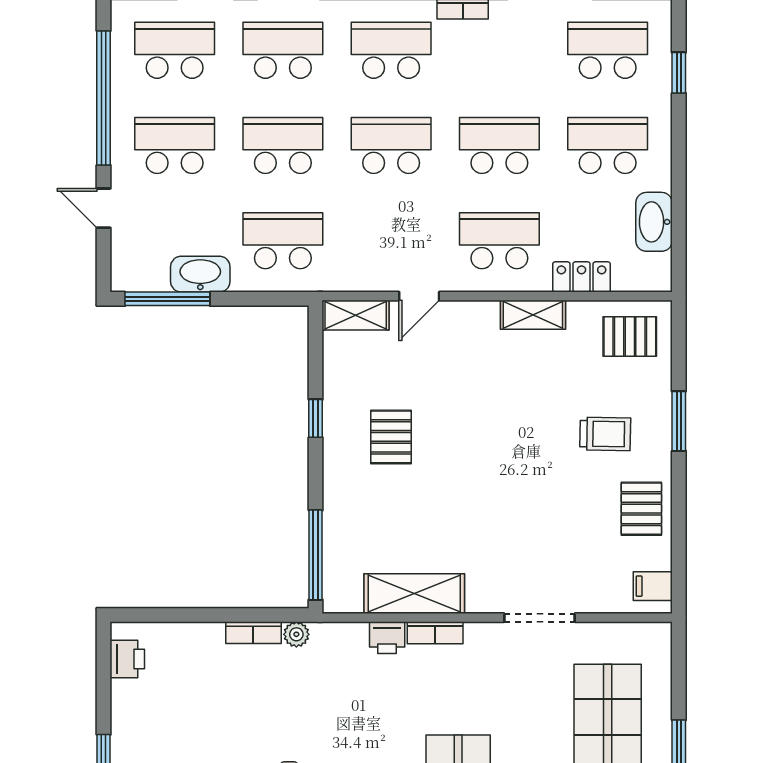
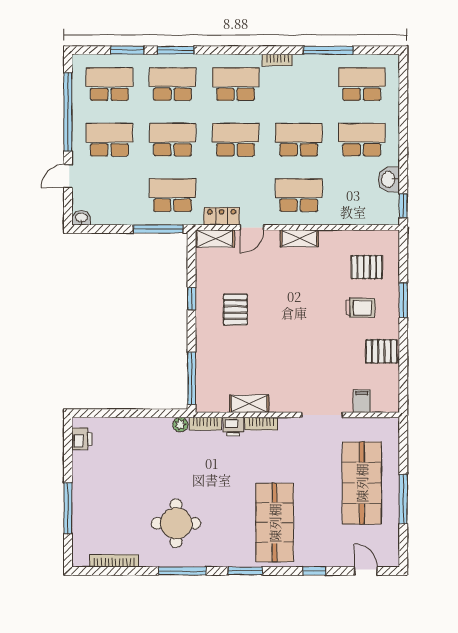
window: (679, 73) -> (403, 206), moved
door: (104, 208) -> (68, 176), hinge flipped
washbasin: (654, 222) -> (389, 179), width x0.72
washbasin: (200, 274) -> (81, 218), moved, width x0.52, depth x0.69
locker: (582, 277) -> (222, 216), moved
window: (167, 299) -> (158, 229), moved
shelving: (533, 315) -> (299, 238), moved
pallet: (630, 337) -> (367, 267), moved
pallet: (641, 509) -> (381, 351), turned 90
filing cabinet: (653, 586) -> (362, 401), moved, turned 90
shelving: (414, 594) -> (249, 404), width x0.67, depth x0.75
bookcase: (253, 633) -> (205, 424), moved

